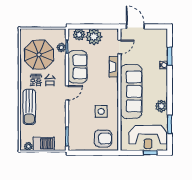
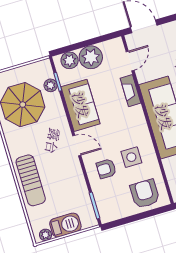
door: (67, 93) -> (77, 145), hinge flipped
armchair: (82, 114) -> (106, 169), added
armchair: (103, 139) -> (145, 194), turned -90

